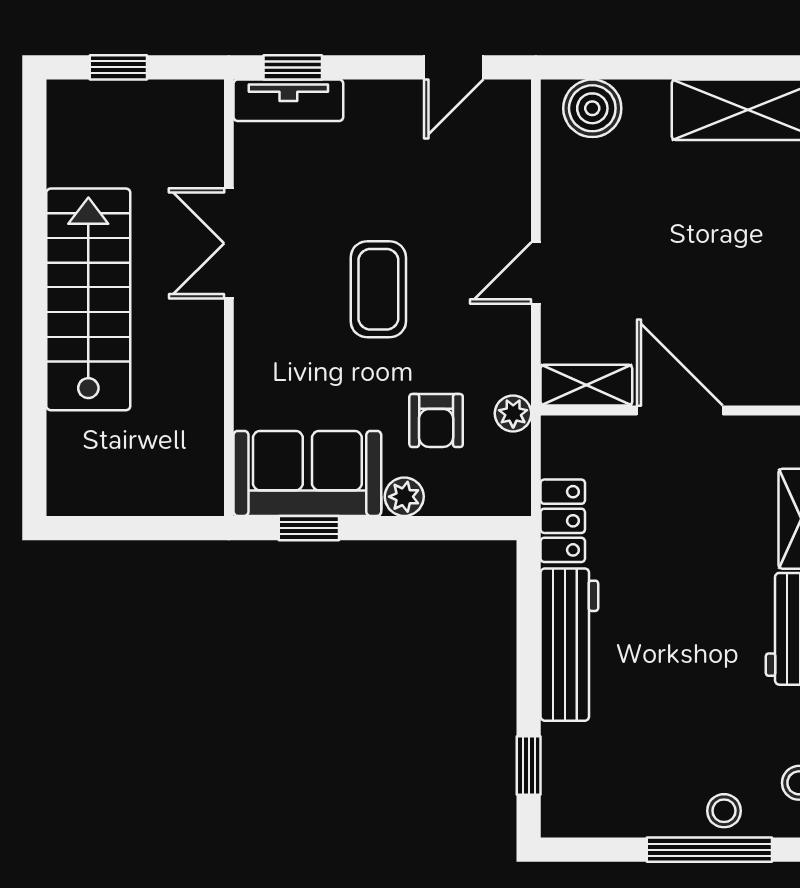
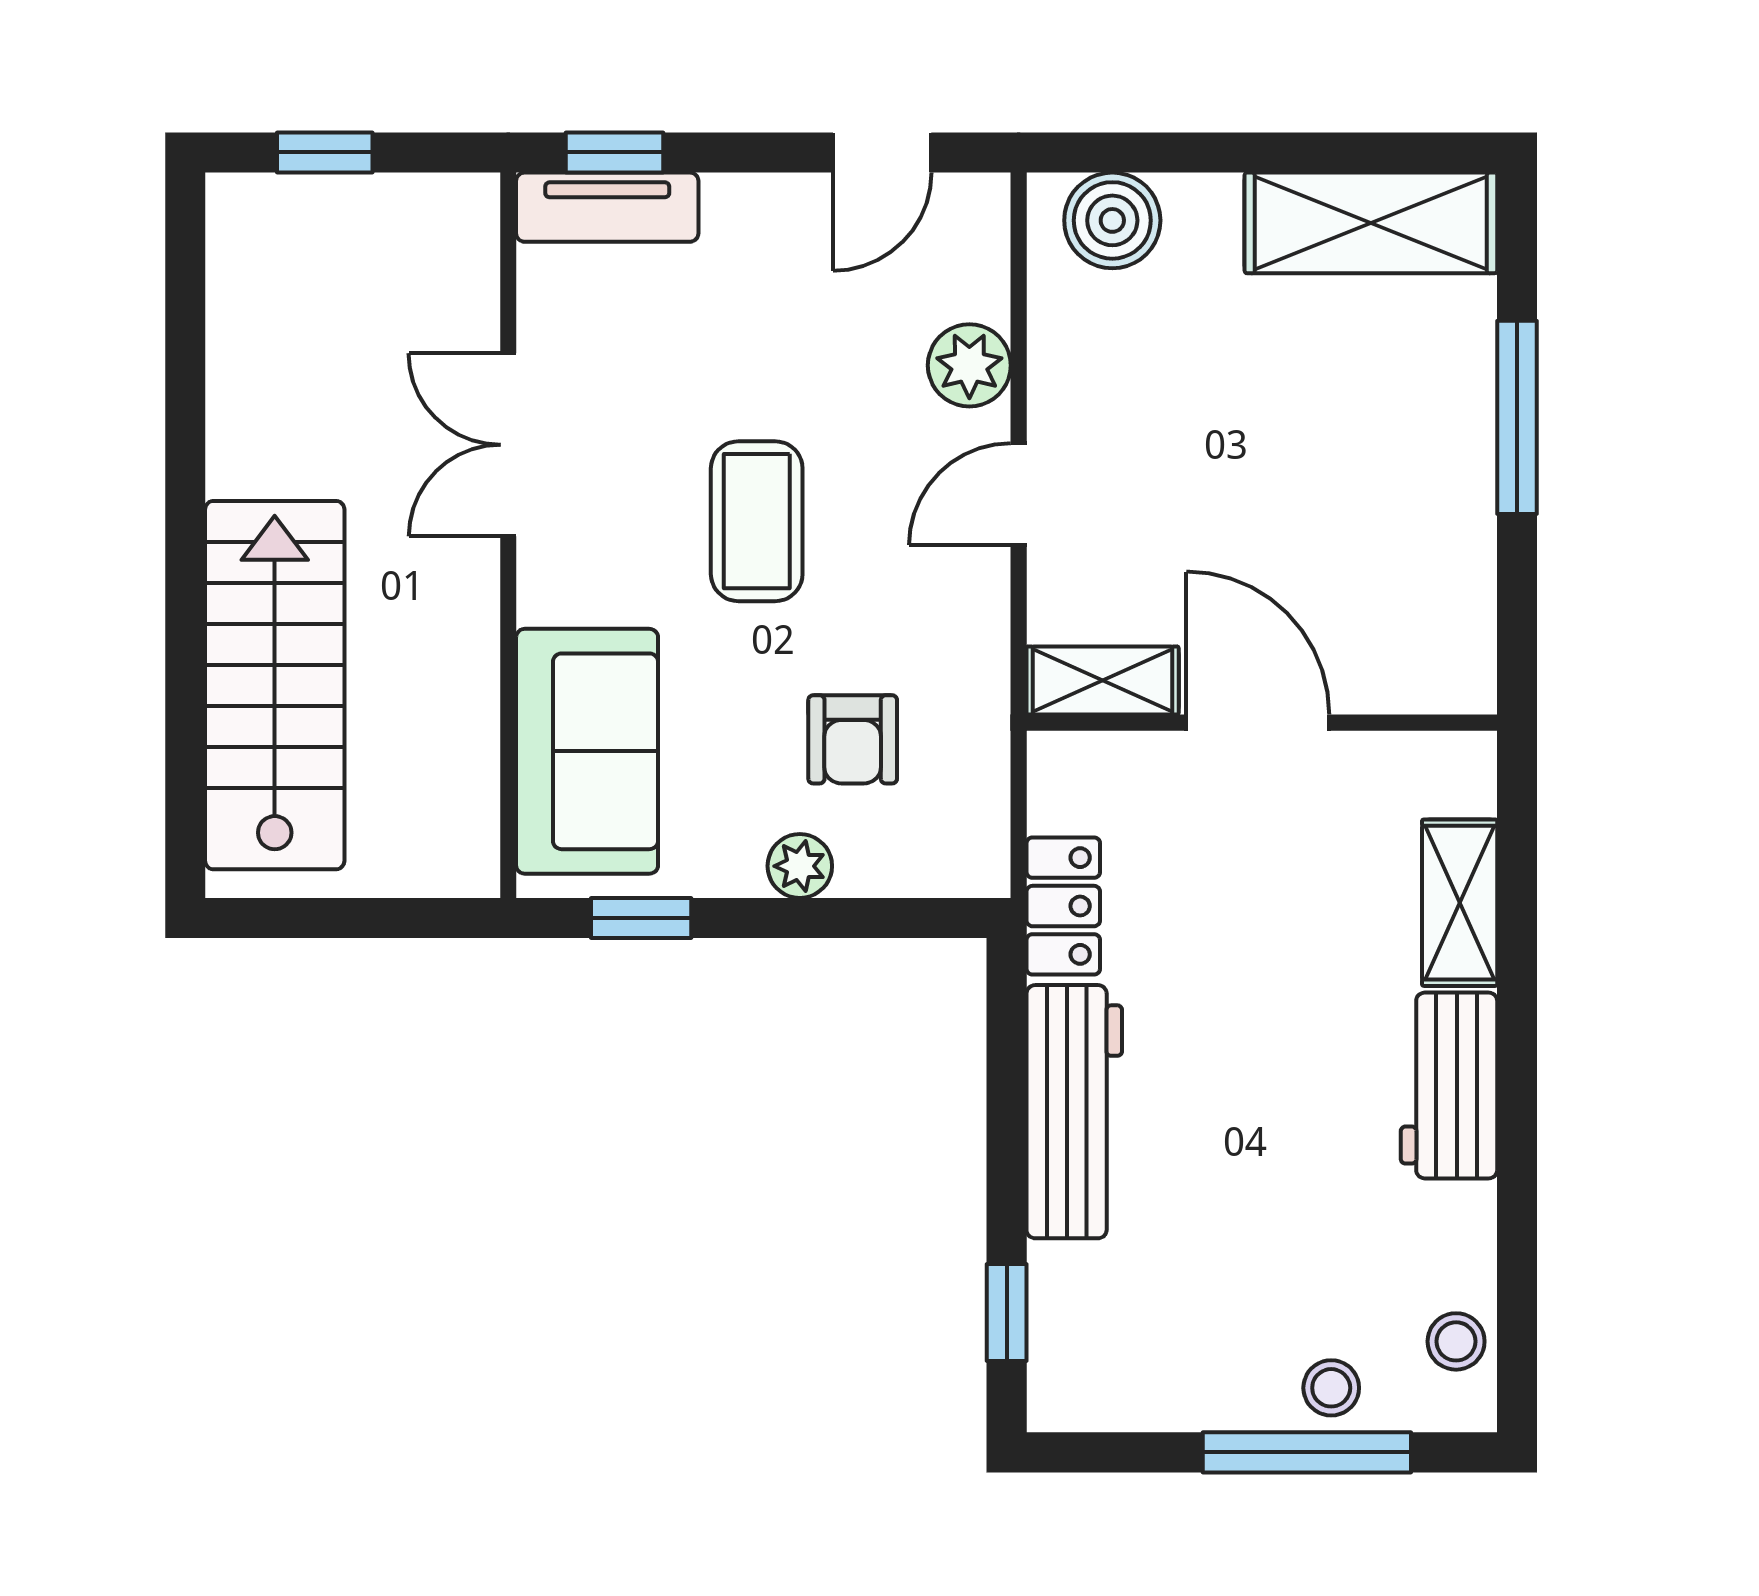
stairs: (88, 299) -> (275, 685), moved
plant: (513, 413) -> (969, 365), moved, width x1.38, depth x1.38
sofa: (307, 473) -> (587, 751), moved, turned 90

